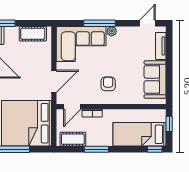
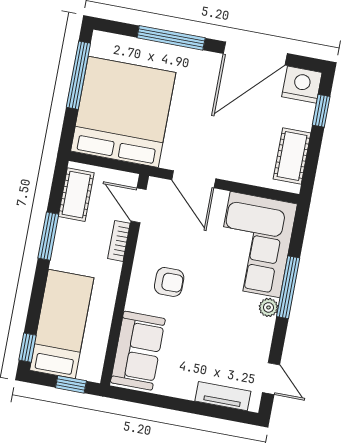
sofa: (155, 79) -> (138, 351), moved, turned 90

